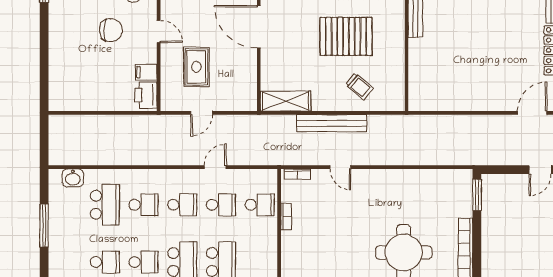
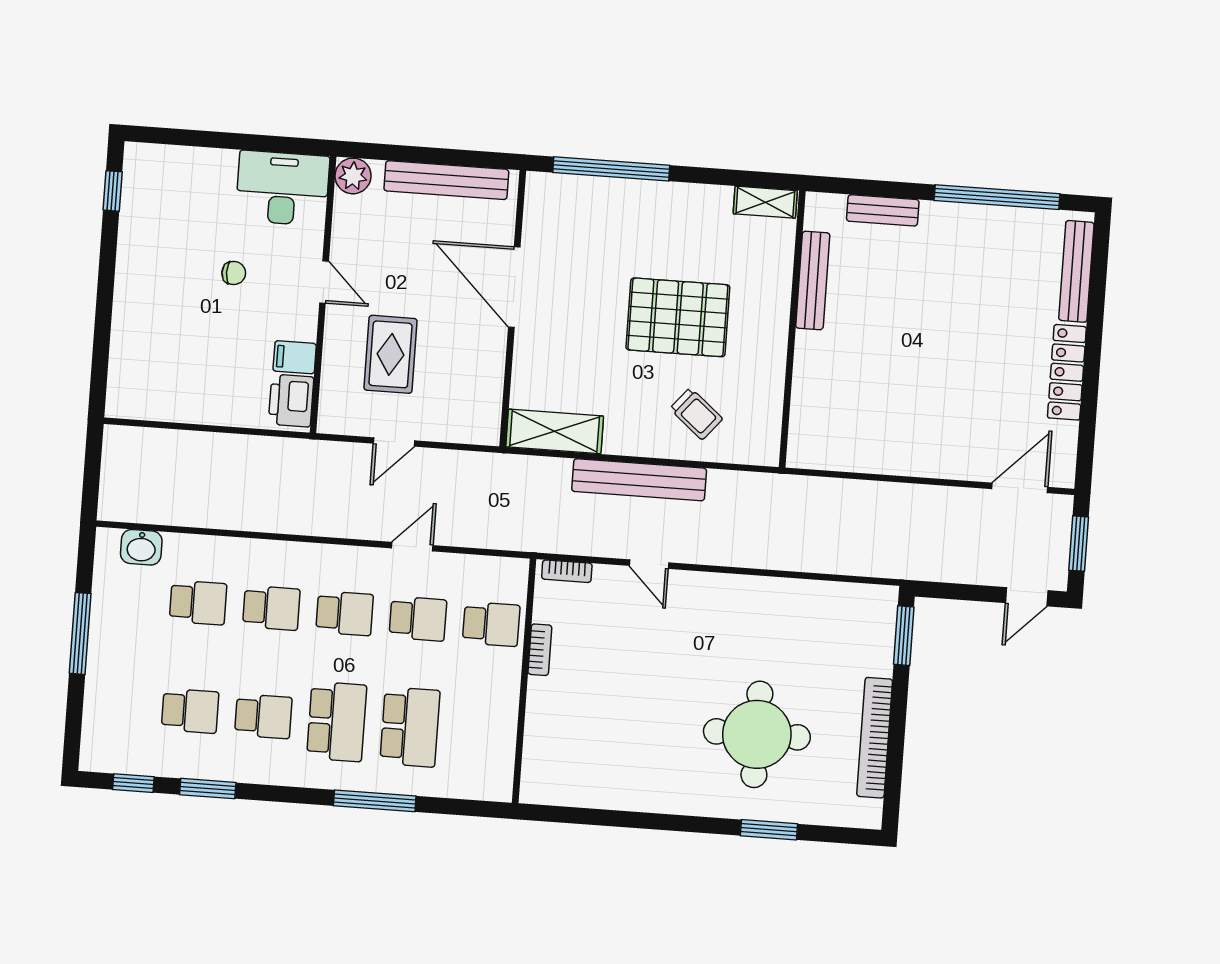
chair: (111, 30) -> (234, 273), width x0.54, depth x0.54
school desk: (105, 205) -> (198, 603), width x0.54

